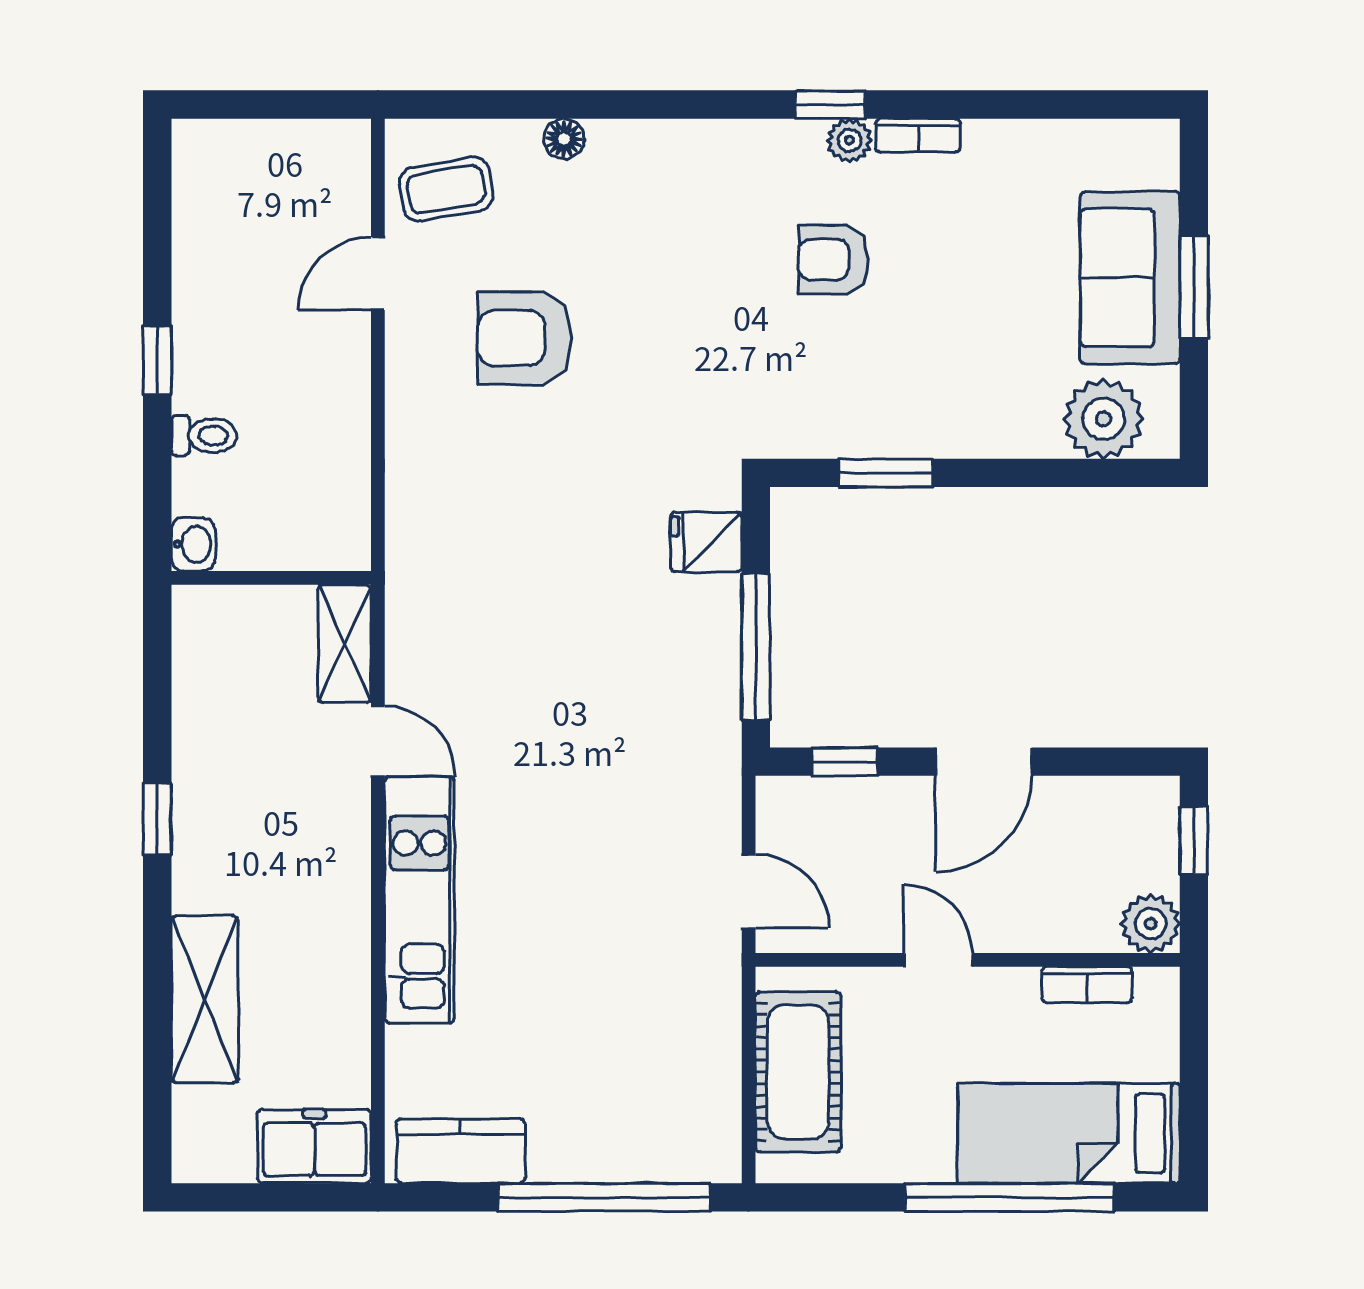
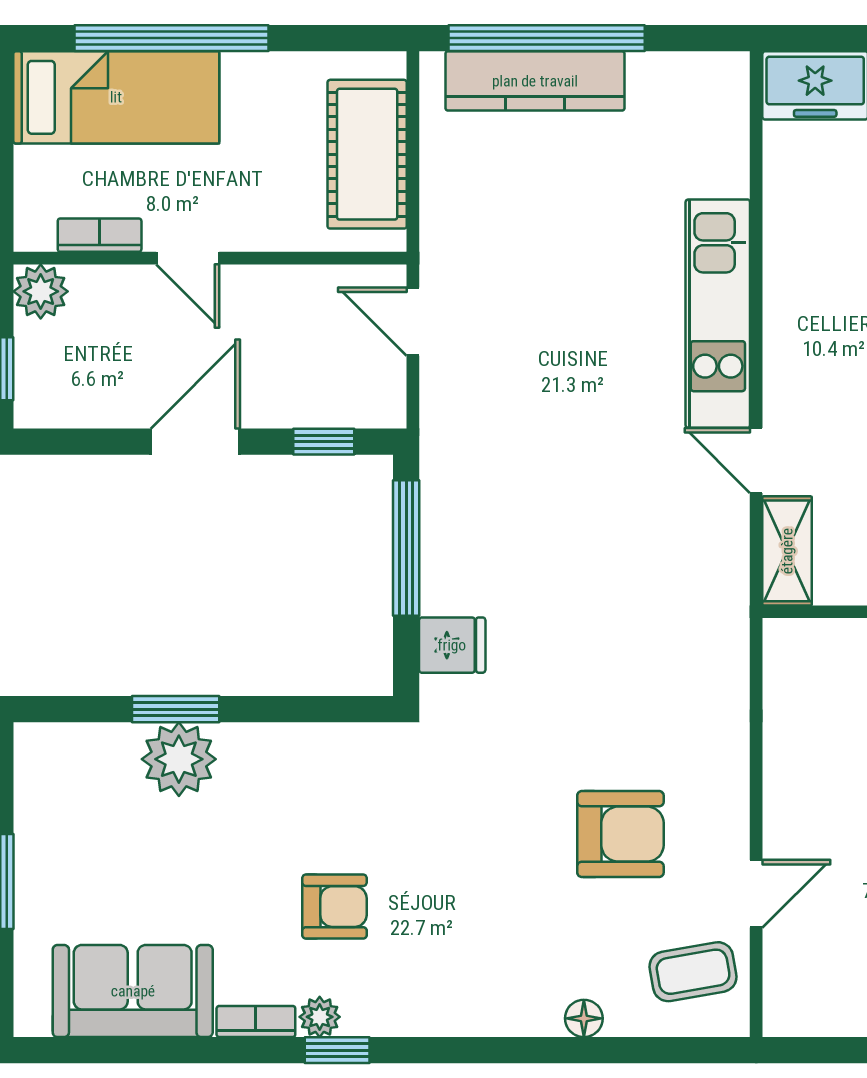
sofa: (1130, 278) -> (133, 991), moved, turned -90
plant: (1104, 419) -> (179, 759), moved
window: (886, 473) -> (176, 709), moved
door: (938, 960) -> (188, 258), moved
kitchen counter: (461, 1151) -> (535, 81), moved, width x1.50

